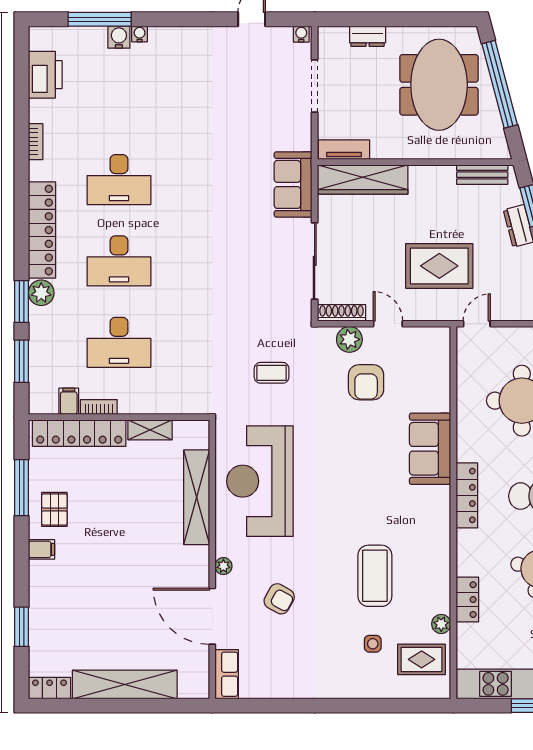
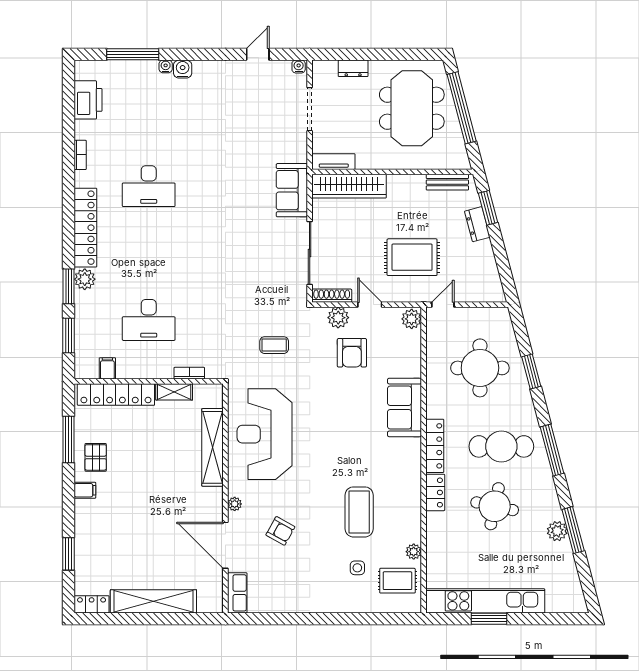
water cooler: (119, 37) -> (183, 69), moved
desk: (119, 261) -> (149, 253), removed
plant: (439, 341) -> (412, 319), added
bookcase: (99, 407) -> (189, 373), moved
locker: (467, 600) -> (435, 492), moved

